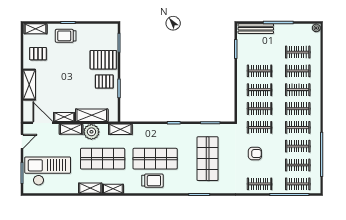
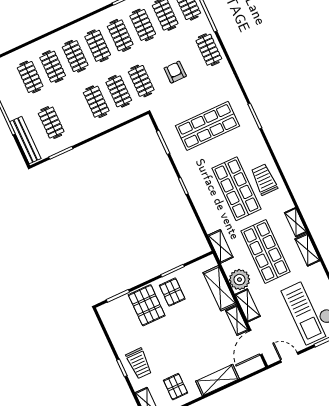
clothes rail: (260, 71) -> (51, 123), moved

